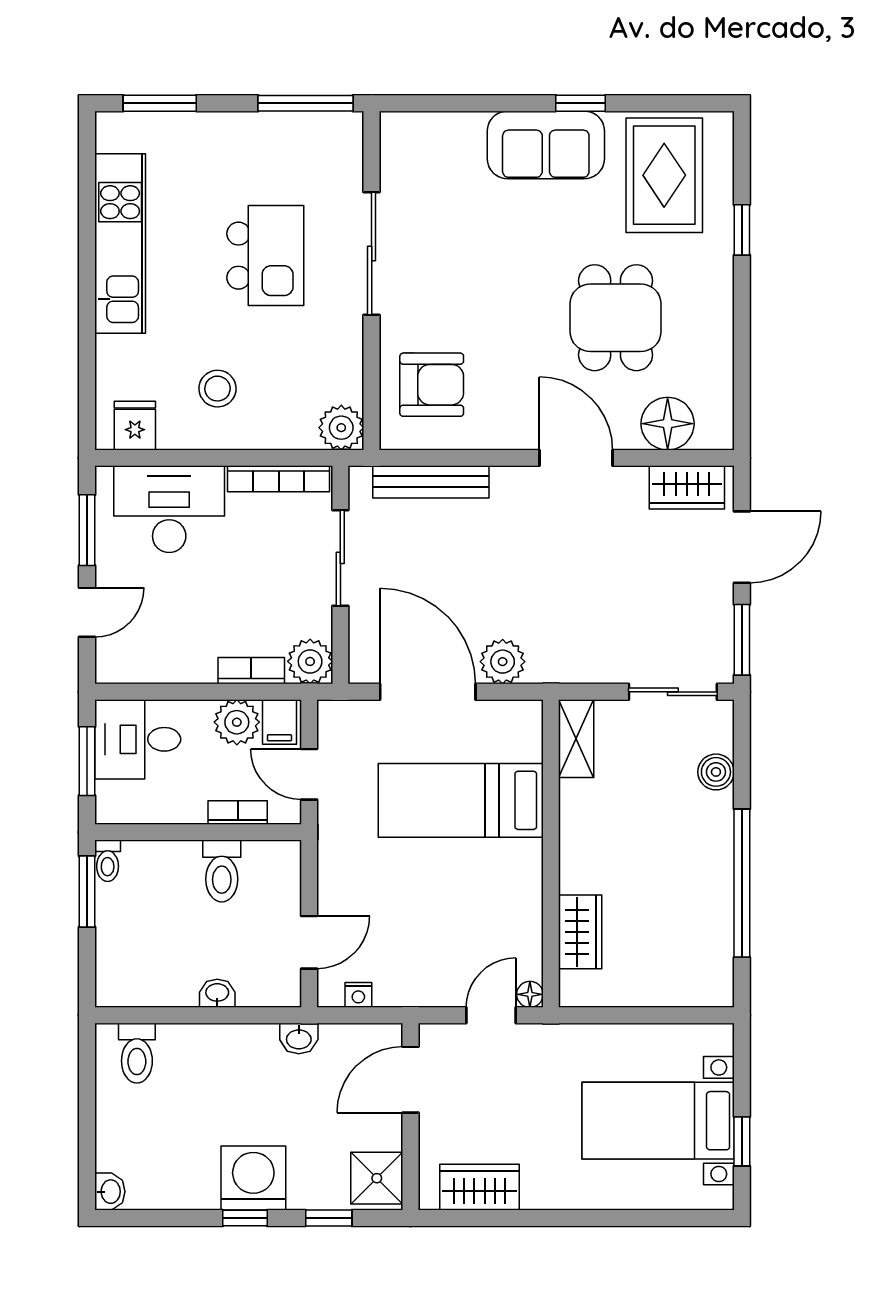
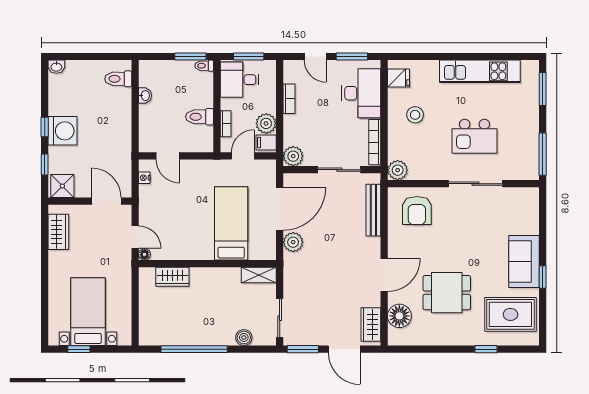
bookcase: (251, 671) -> (289, 99), moved
desk: (138, 739) -> (240, 80), moved, turned -90
washbasin: (217, 993) -> (145, 95), moved
washbasin: (299, 1038) -> (125, 151), removed

